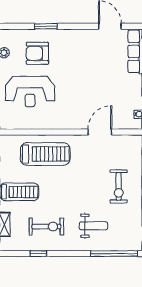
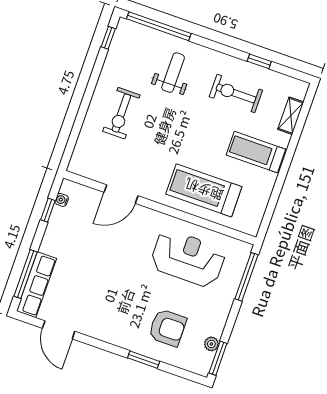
reception desk: (30, 92) -> (188, 258), moved
exercise bike: (119, 187) -> (121, 113), turned 180
weight bench: (93, 226) -> (173, 73), turned 90

